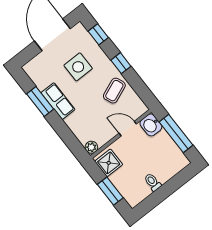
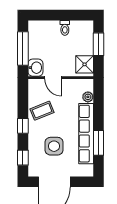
row of seats: (58, 101) -> (86, 134), width x2.02
plant: (91, 147) -> (88, 97), moved

